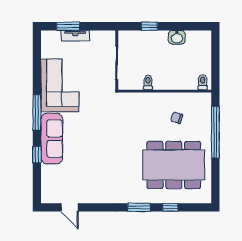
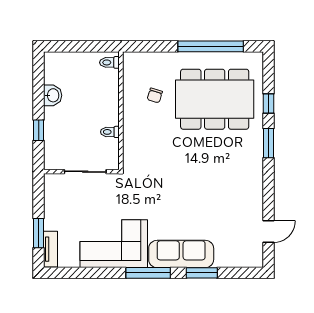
tv unit: (75, 36) -> (51, 249), moved
window: (215, 132) -> (211, 46), moved
window: (37, 155) -> (202, 273), width x1.50
dining table: (174, 165) -> (215, 99), turned 90

